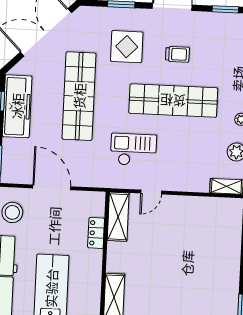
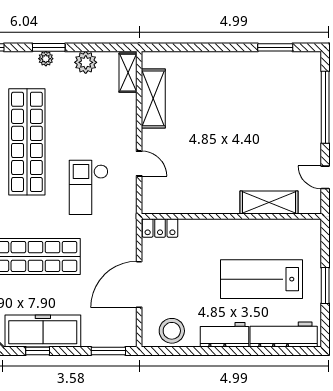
shelving: (118, 217) -> (153, 98), moved, turned 90
locker: (96, 233) -> (160, 228), moved

